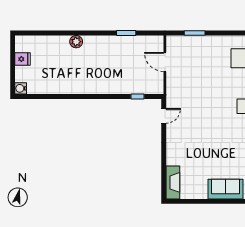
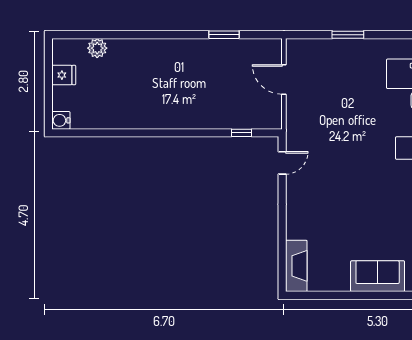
window: (195, 33) -> (348, 35), moved
plant: (76, 42) -> (97, 48), moved

